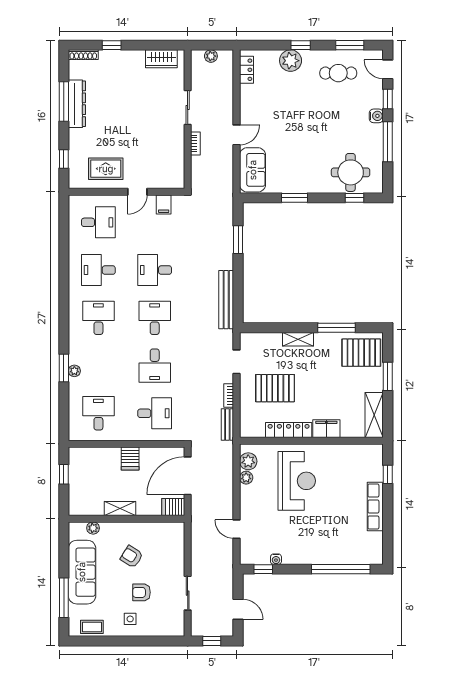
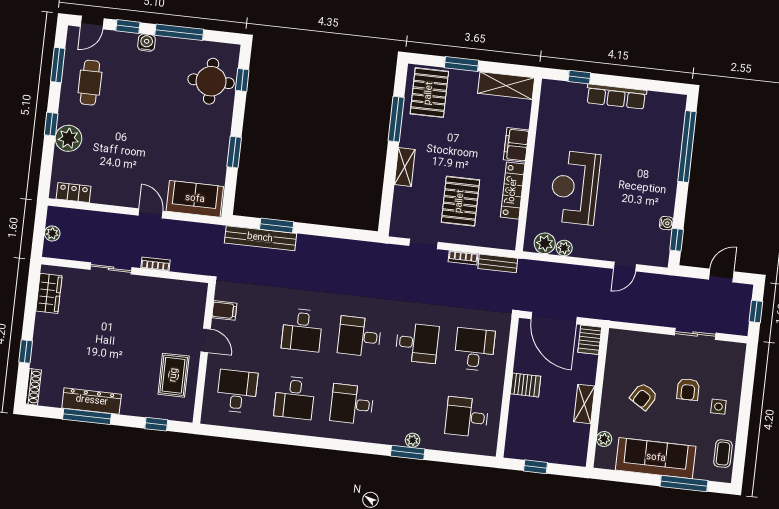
bench: (226, 300) -> (260, 238), moved
reception desk: (297, 481) -> (575, 188), turned -90

